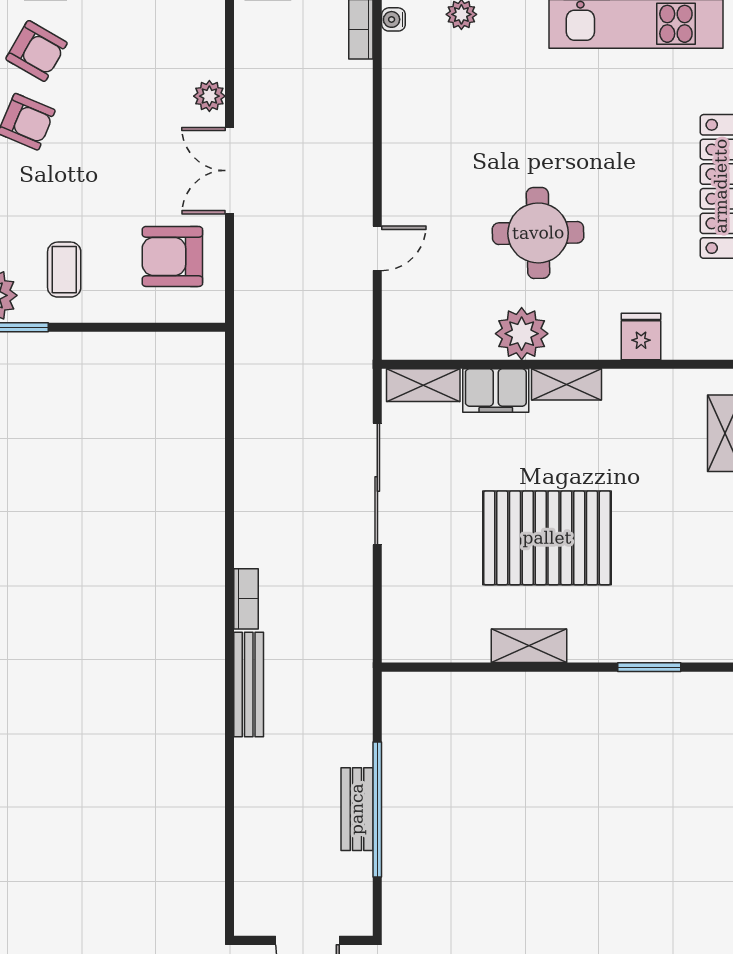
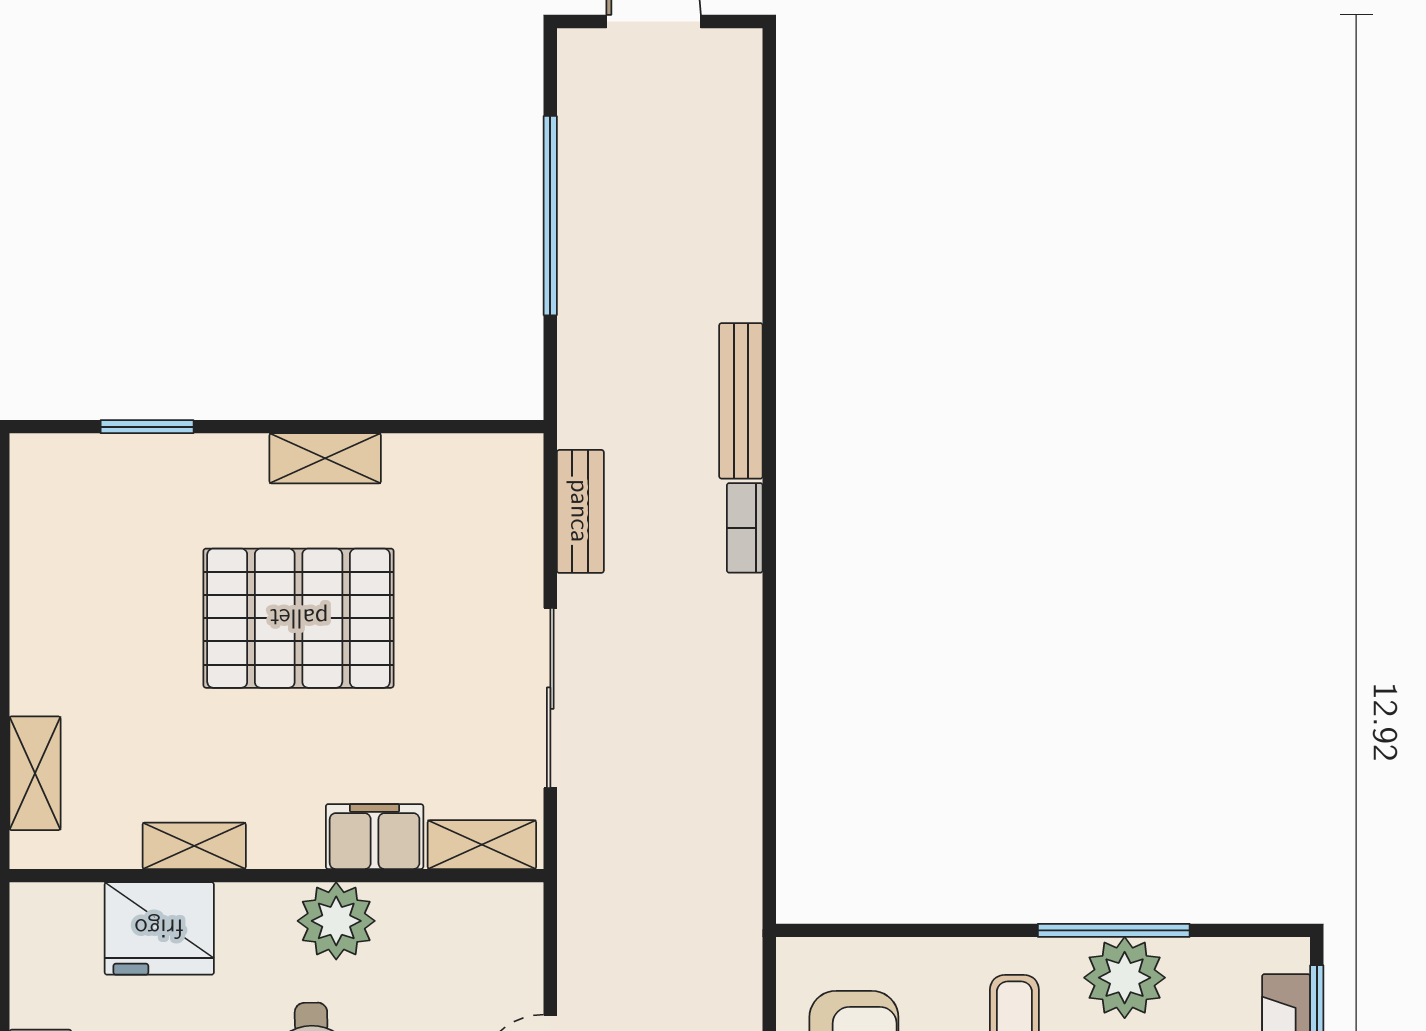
fridge: (641, 336) -> (159, 928), width x1.88, depth x1.34
shelving: (567, 384) -> (194, 846), moved
bench: (357, 809) -> (580, 511), moved

